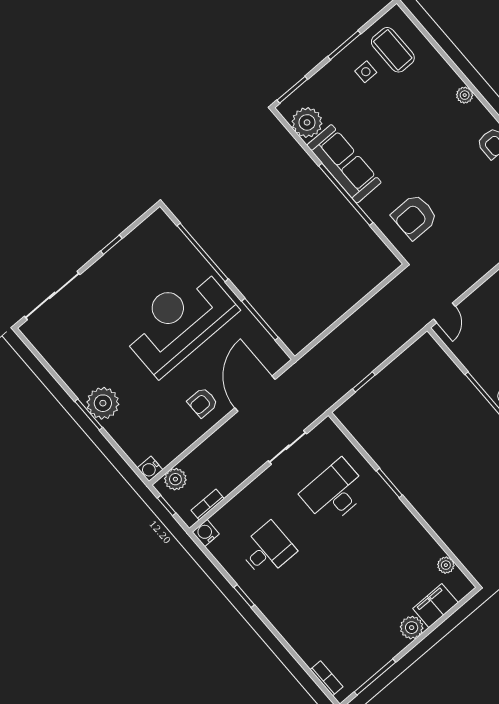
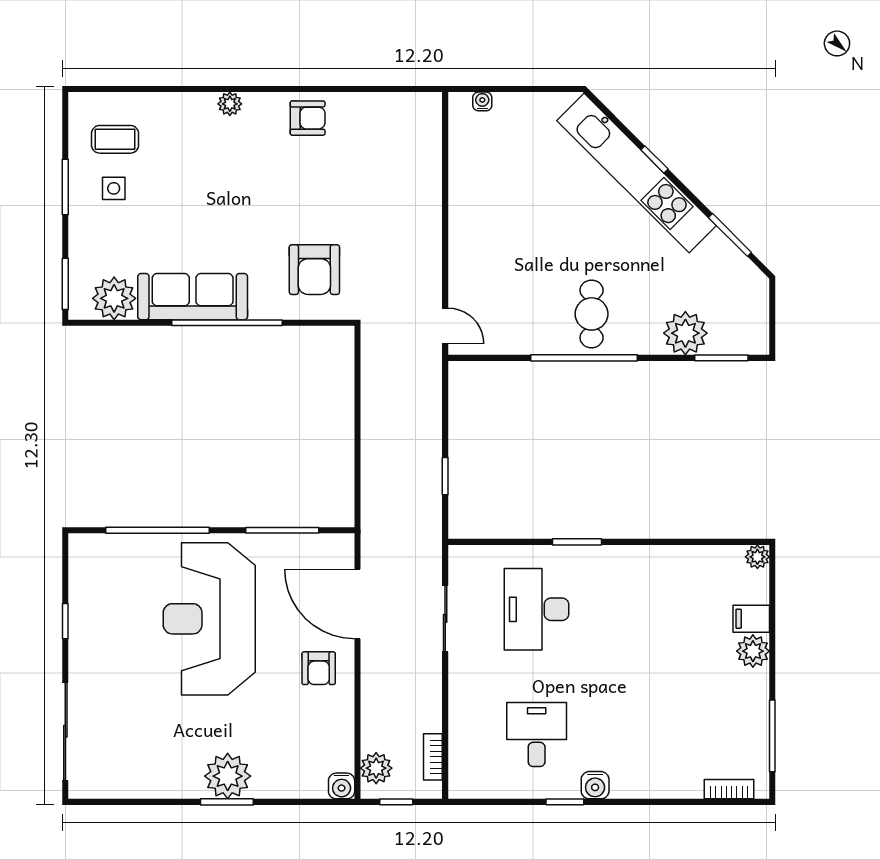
coffee table: (393, 50) -> (115, 139), width x0.73, depth x0.77
water cooler: (206, 533) -> (595, 785), moved, turned -90
plant: (446, 565) -> (757, 557), moved
filing cabinet: (435, 606) -> (751, 619), width x0.50

